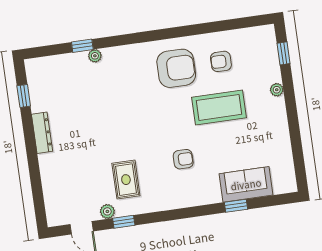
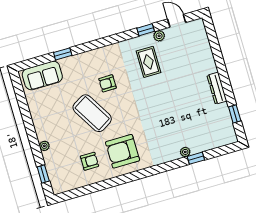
coffee table: (219, 107) -> (92, 113), moved, turned 59
sofa: (246, 184) -> (42, 75), moved

